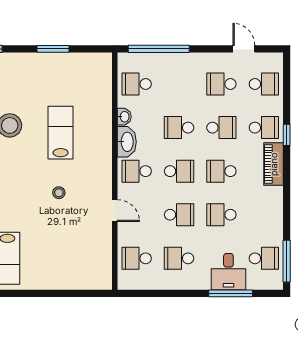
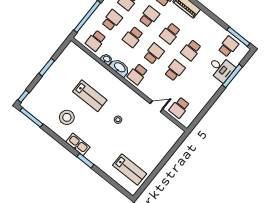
lab bench: (61, 133) -> (90, 96), turned 180
door: (115, 211) -> (156, 106), moved
school desk: (179, 258) -> (112, 20), moved, turned 180

